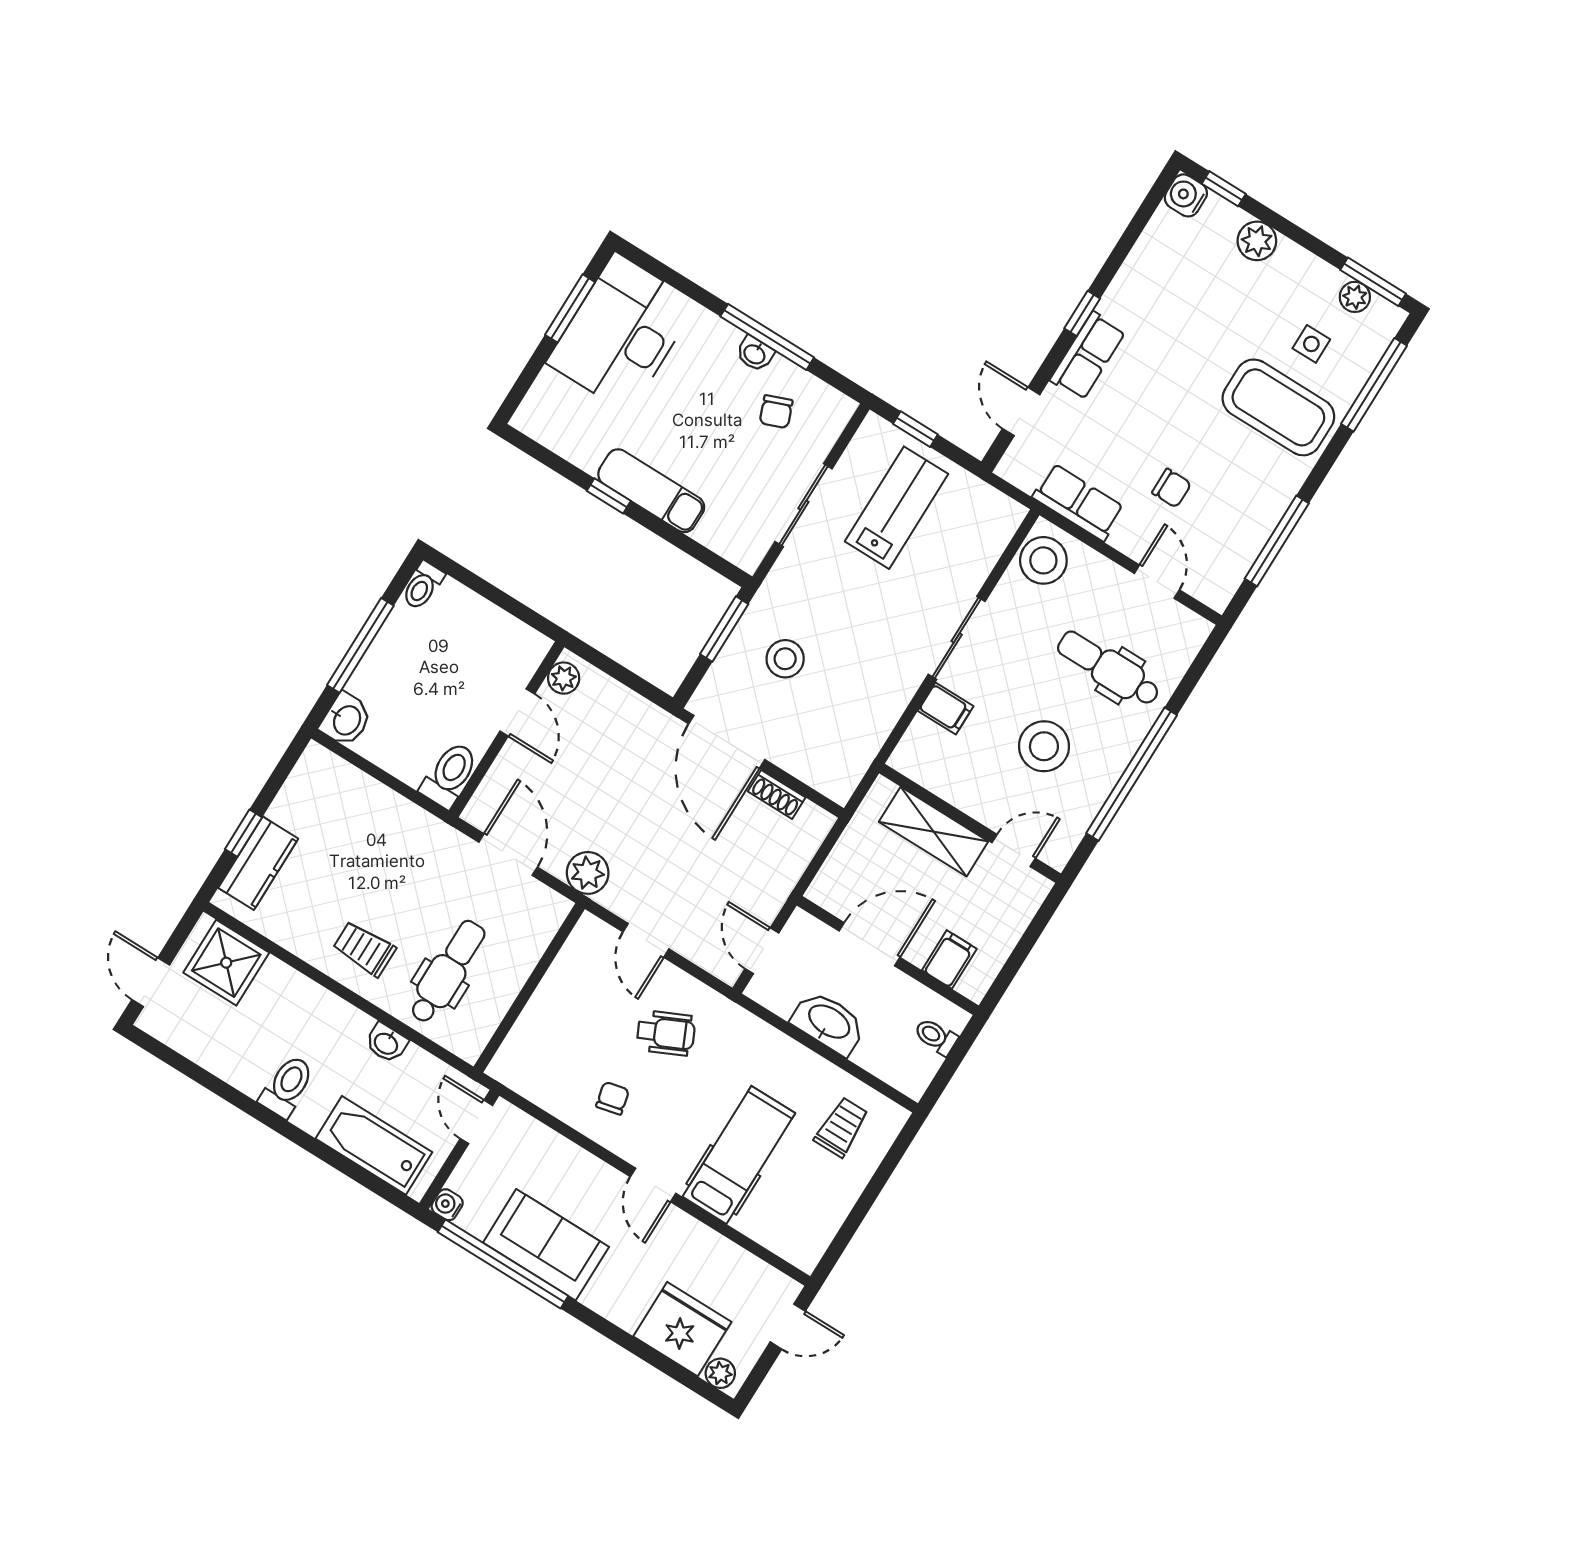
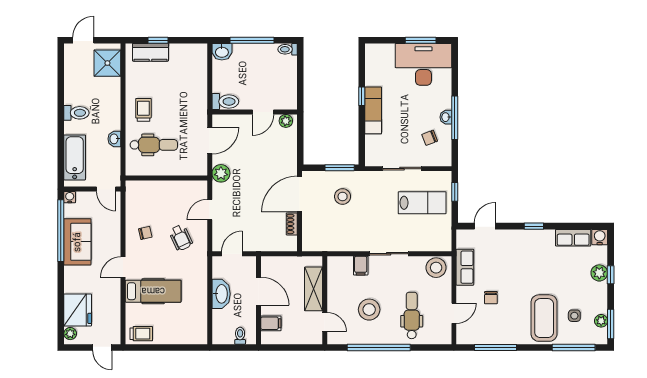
window: (1224, 189) -> (611, 275), moved
row of seats: (1088, 356) -> (573, 238), moved
door: (476, 1122) -> (106, 189), swing flipped
trolley: (841, 1127) -> (141, 334), moved

